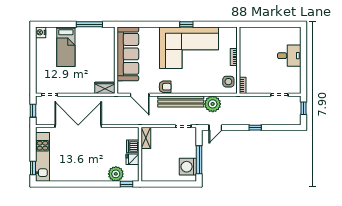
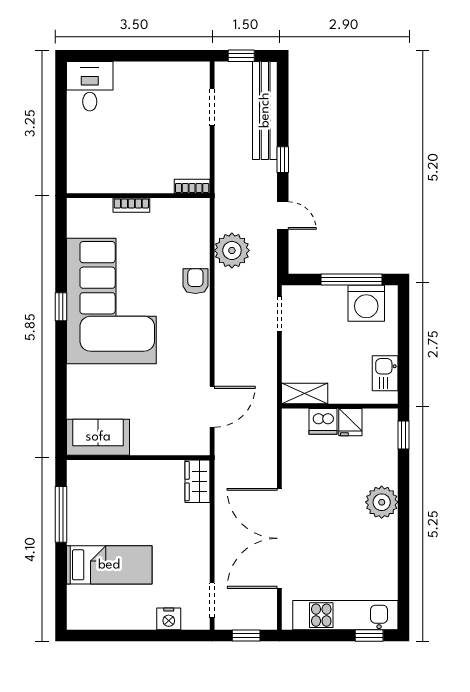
nightstand: (41, 32) -> (169, 619), moved
sofa: (128, 54) -> (98, 437), width x0.54, depth x0.79
desk: (289, 56) -> (90, 86), moved
side table: (228, 82) -> (184, 217), removed
armchair: (165, 87) -> (195, 281), moved
bench: (181, 101) -> (265, 110), moved
door: (215, 128) -> (283, 216), moved
plant: (116, 174) -> (382, 502), moved
kitchen sink: (155, 175) -> (385, 373), added

